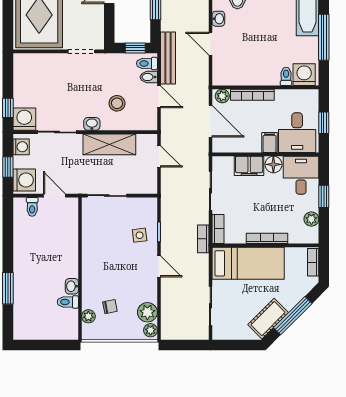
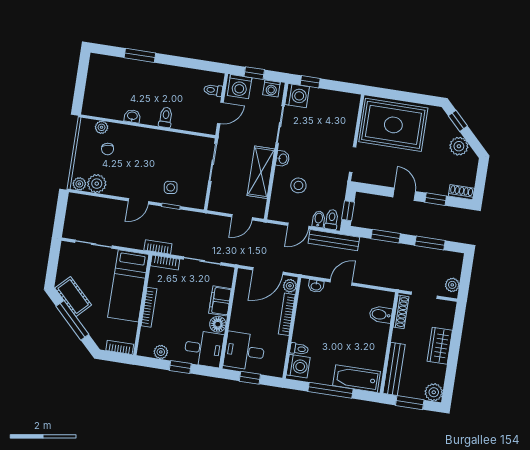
washbasin: (218, 19) -> (316, 286), moved
filing cabinet: (270, 142) -> (239, 324), removed
toilet: (68, 302) -> (166, 117), moved

